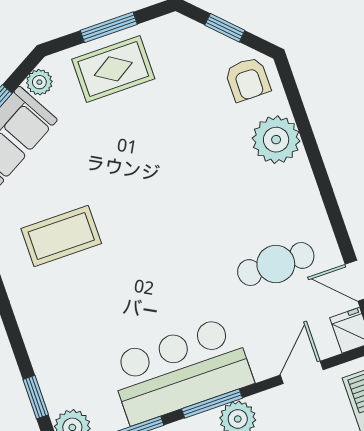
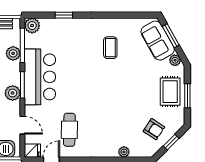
armchair: (248, 79) -> (154, 129), moved, turned -147
plant: (276, 140) -> (124, 152), width x0.53, depth x0.53
coffee table: (61, 236) -> (110, 48), width x0.73, depth x0.77
window: (36, 397) -> (64, 15), moved

